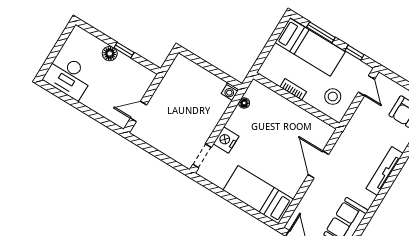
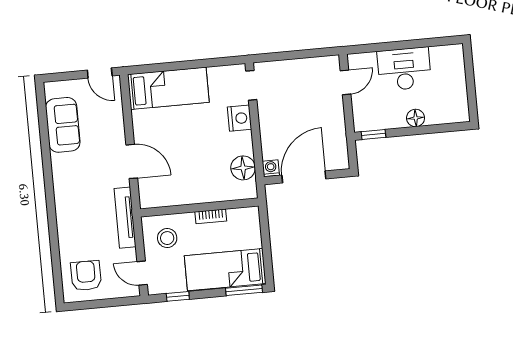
window: (321, 32) -> (244, 290), moved
window: (124, 50) -> (373, 135), moved
door: (212, 70) -> (304, 177), added
desk: (69, 76) -> (404, 69), moved
floor lamp: (244, 103) -> (243, 168), width x1.89, depth x1.89
tv unit: (385, 171) -> (125, 218), moved, turned 180

